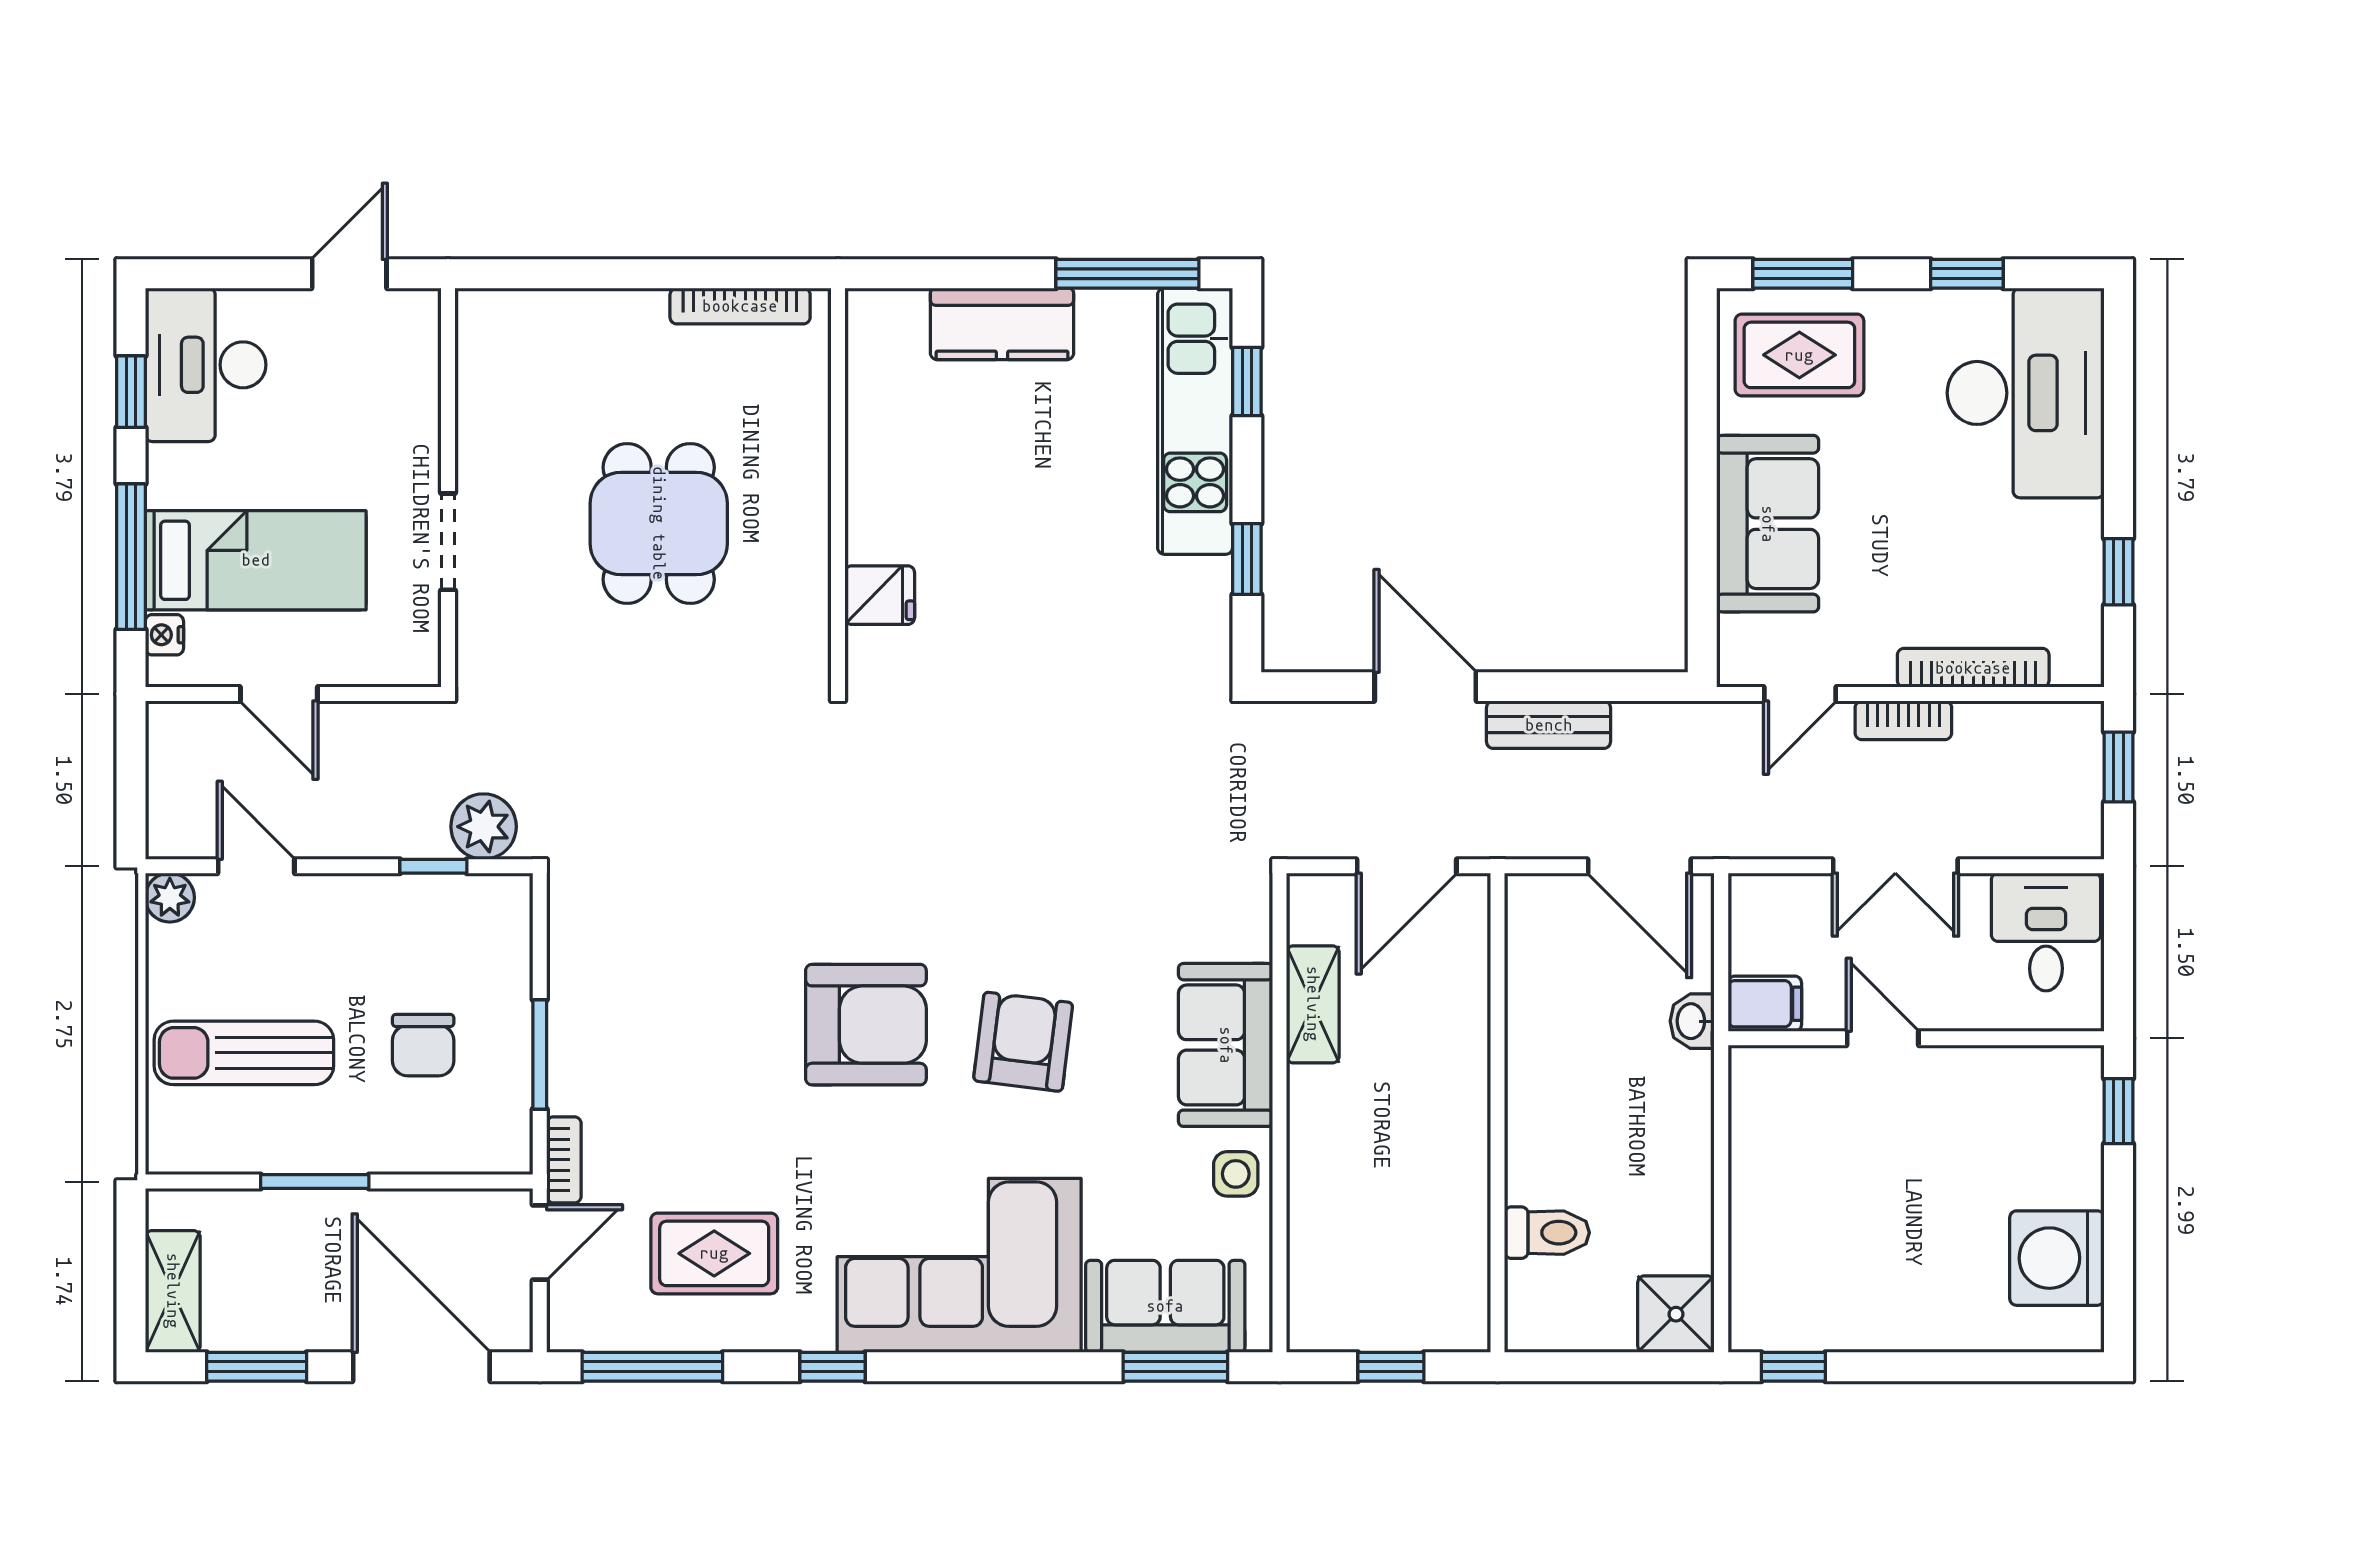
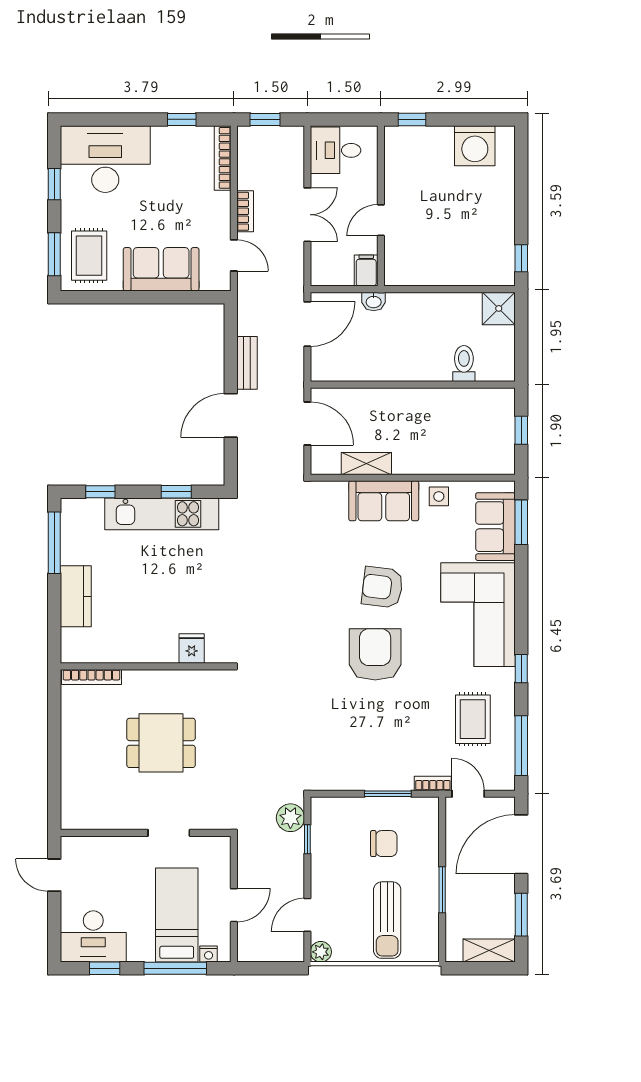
bookcase: (740, 306) -> (91, 677), moved, turned 90
kitchen unit: (1195, 421) -> (162, 514), moved
bookcase: (1973, 668) -> (223, 158), moved

